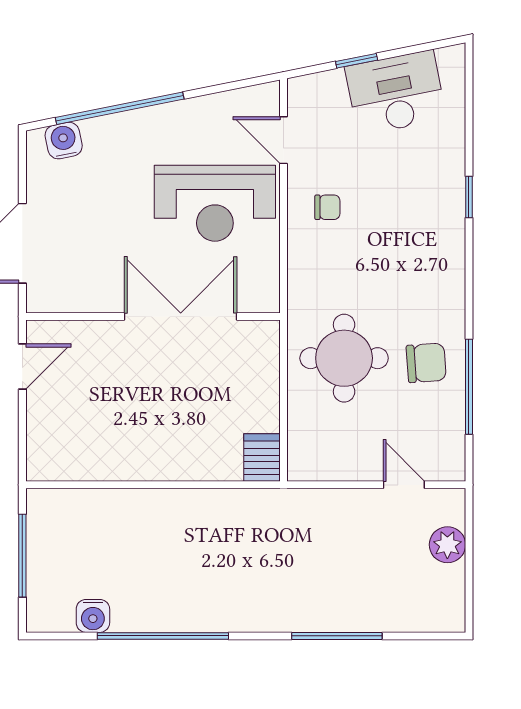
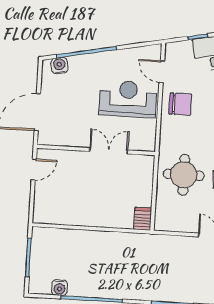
reception desk: (215, 203) -> (128, 99), turned 180
chair: (327, 207) -> (180, 104), width x1.87, depth x1.87
double door: (181, 316) -> (109, 151), width x0.73

